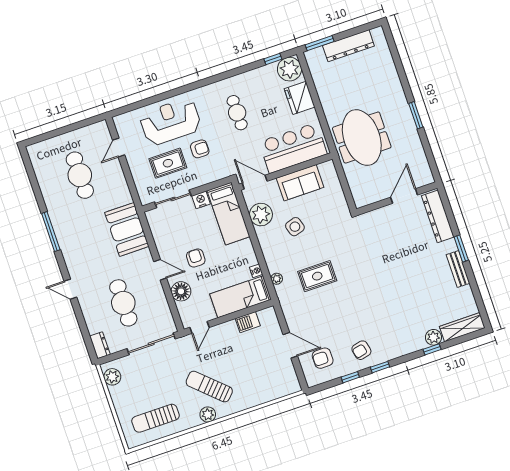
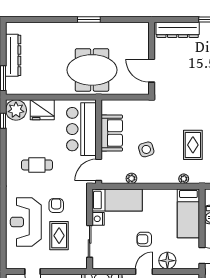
door: (404, 196) -> (152, 71), moved
plant: (261, 215) -> (131, 178), width x0.53, depth x0.53
nightstand: (256, 271) -> (172, 193), removed

